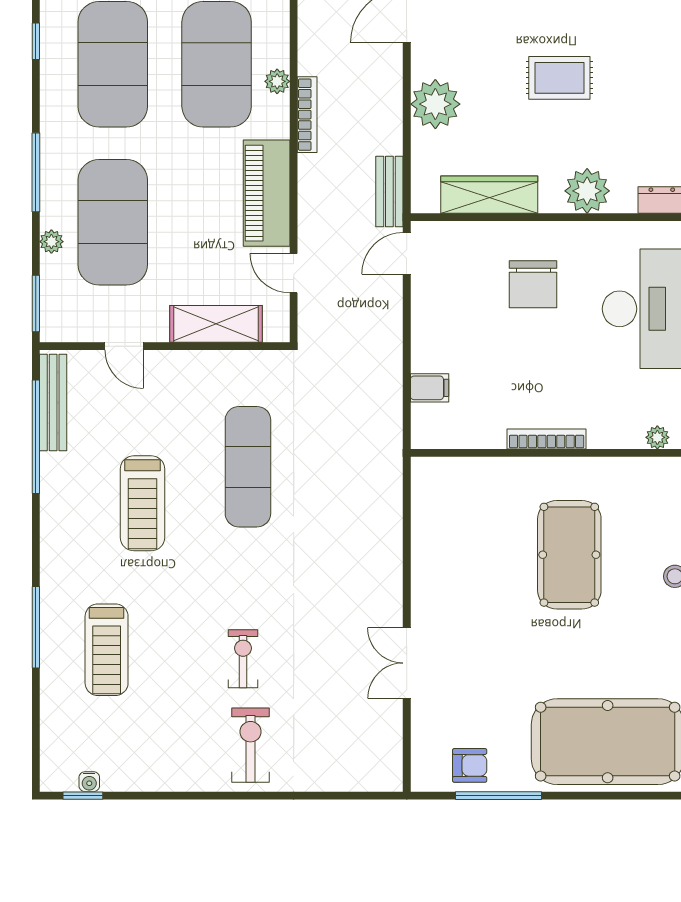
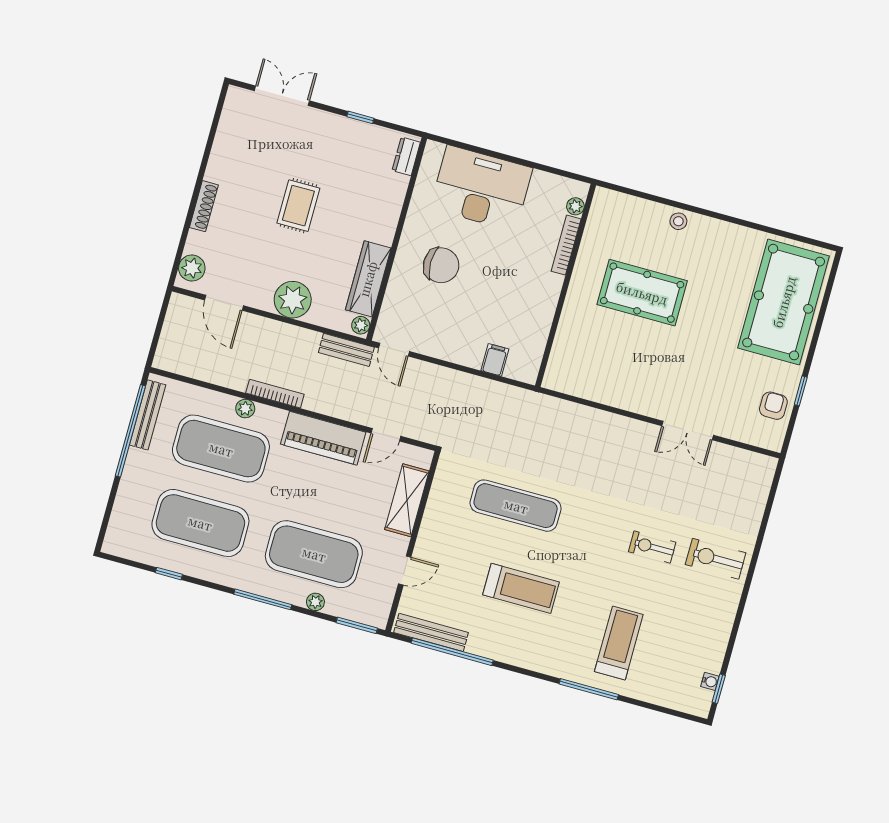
plant: (587, 191) -> (361, 325), moved, width x0.53, depth x0.53
bookcase: (547, 439) -> (566, 245), moved
treadmill: (107, 650) -> (619, 643), turned -90
window: (499, 796) -> (801, 391), width x0.46

